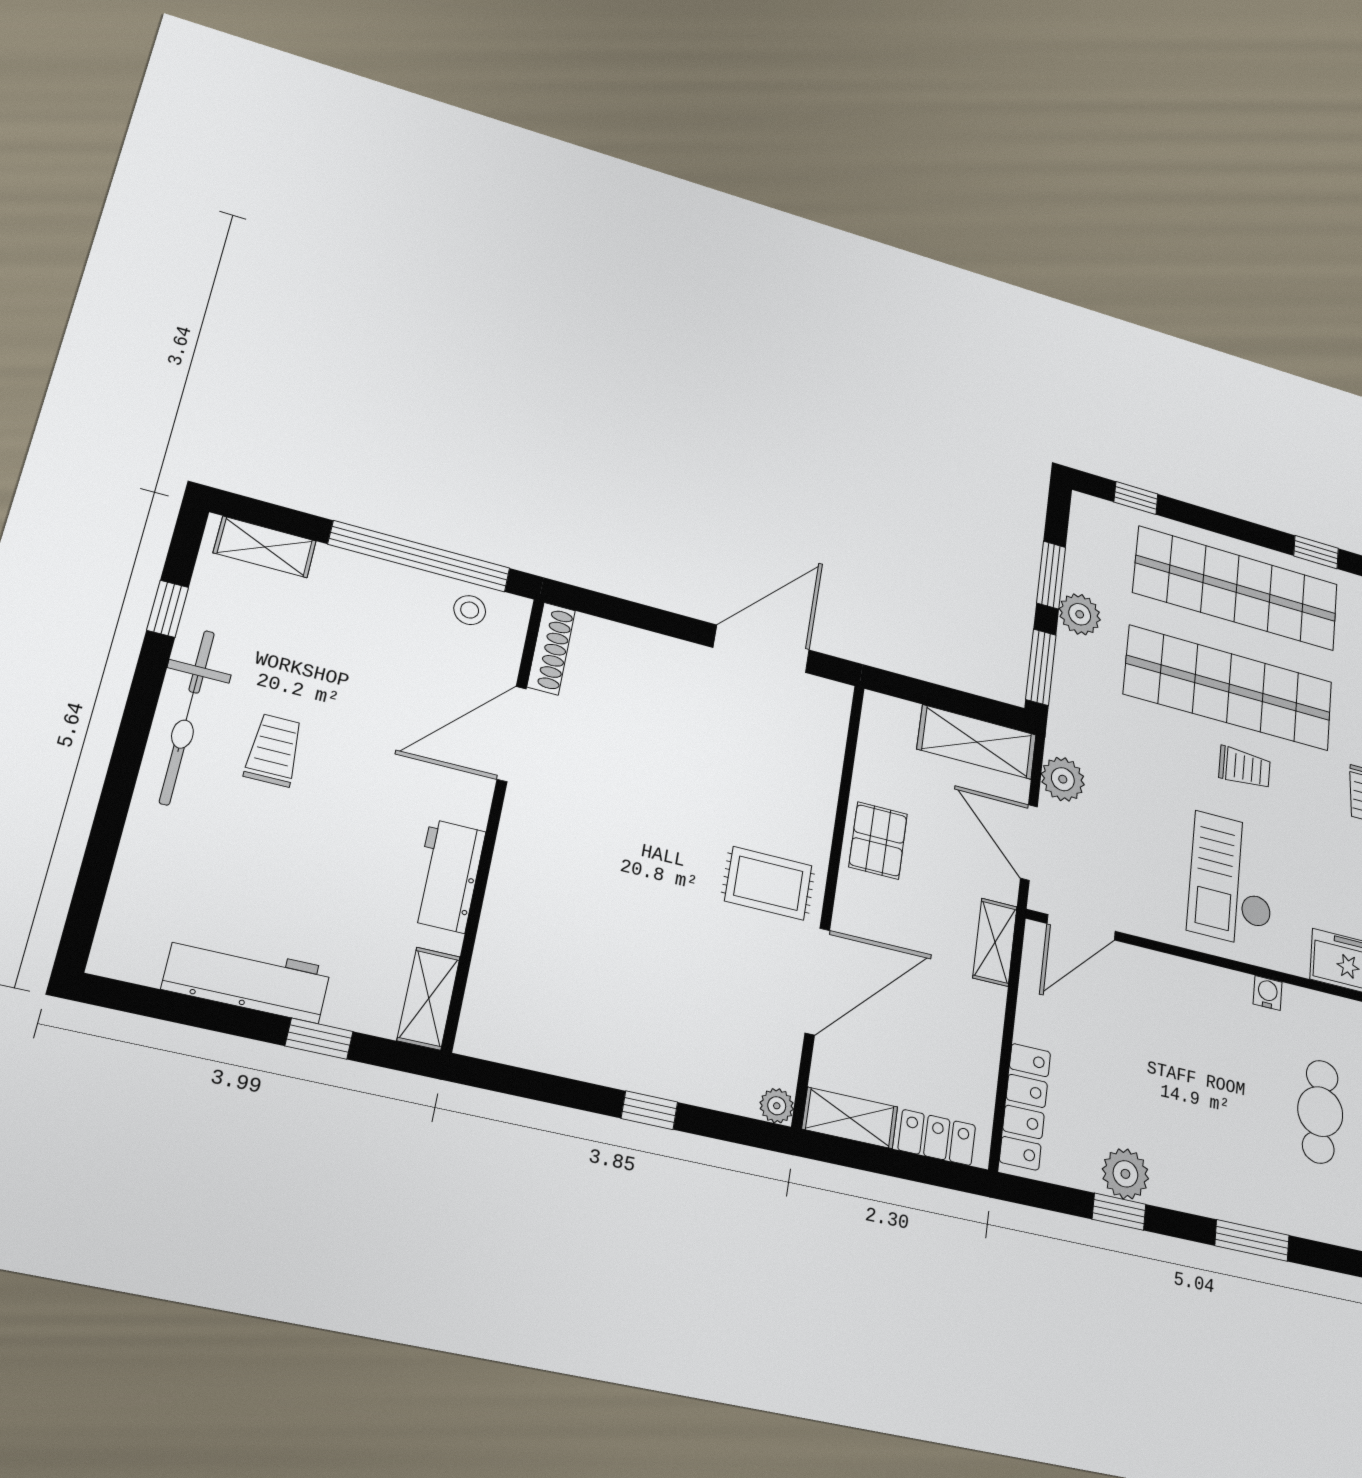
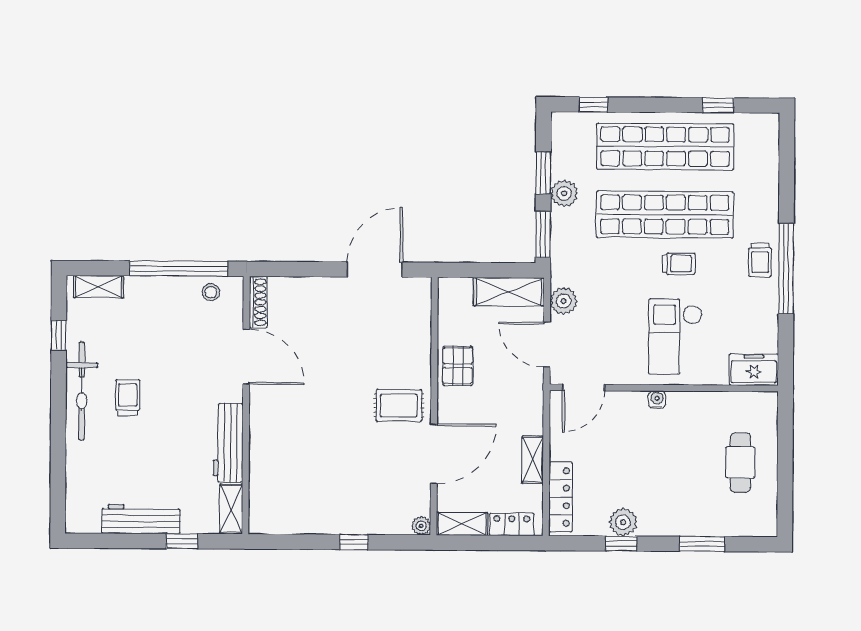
door: (512, 734) -> (246, 357), swing flipped
workbench: (448, 876) -> (228, 443), width x1.38
shelving: (995, 942) -> (533, 460), moved
water cooler: (1268, 993) -> (657, 399), moved

